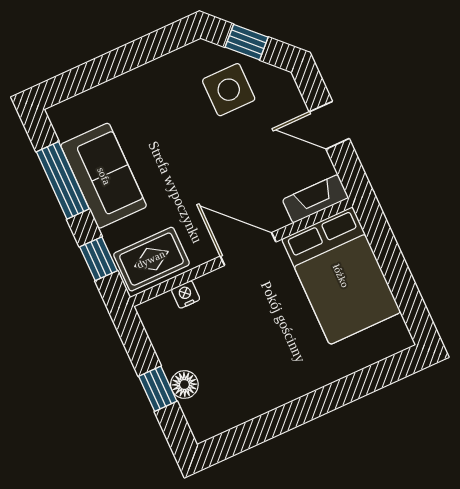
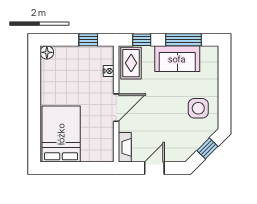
side table: (229, 90) -> (198, 108), moved
bed: (341, 276) -> (61, 134), moved, turned 90
floor lamp: (184, 384) -> (47, 52), moved
window: (158, 389) -> (88, 40), moved

